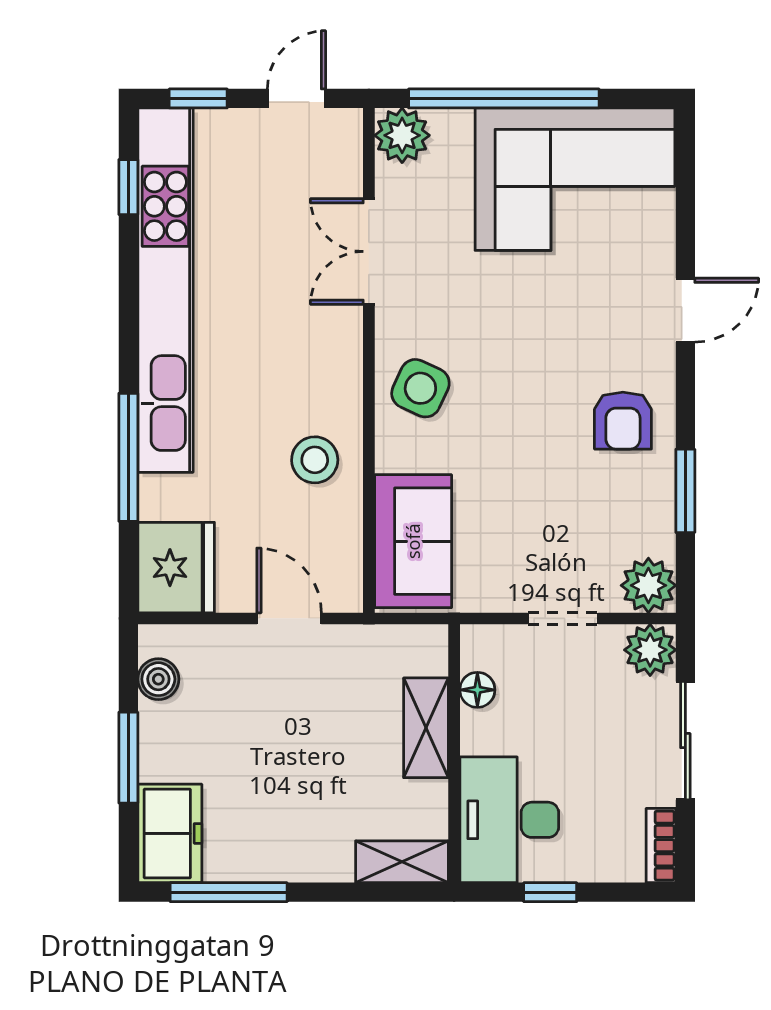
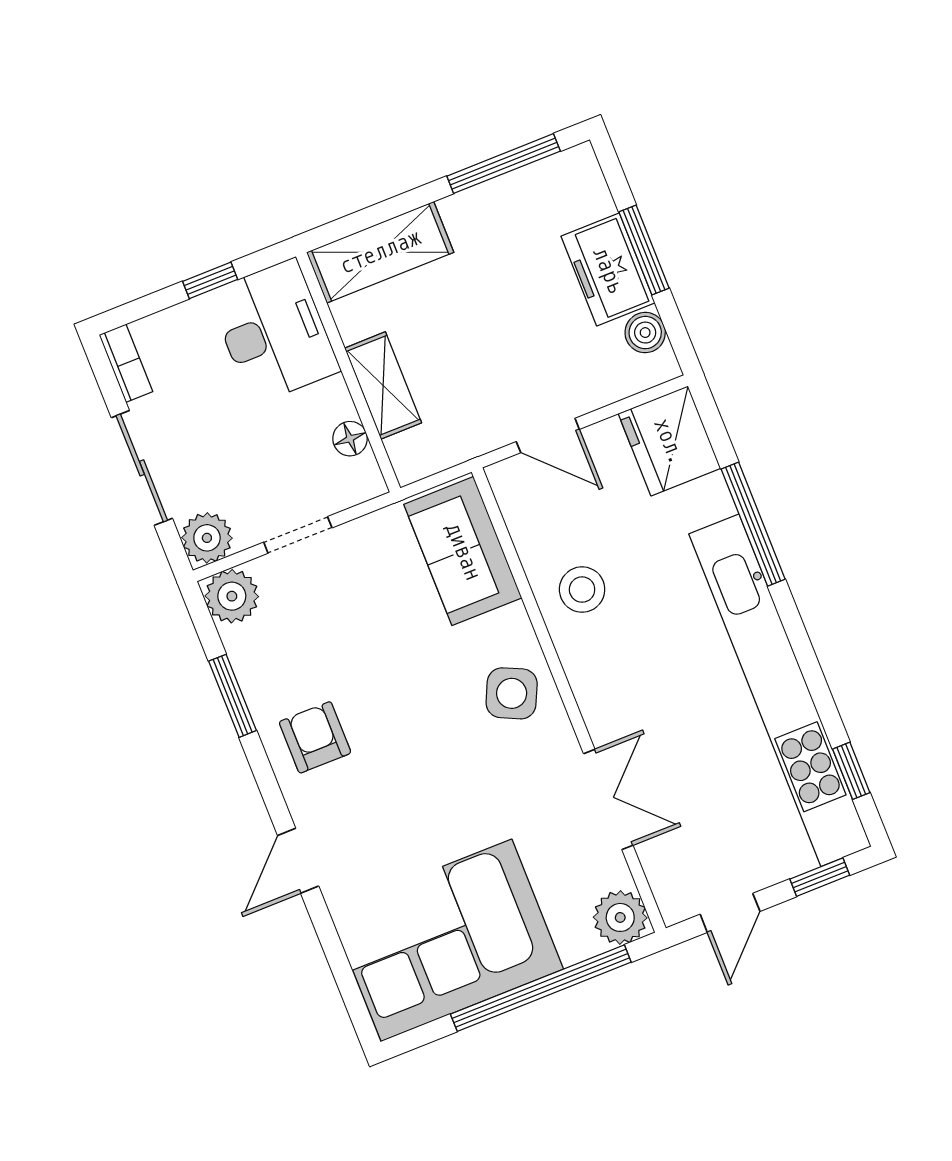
freezer: (170, 833) -> (608, 270), moved
shelving: (402, 862) -> (380, 252), width x1.50, depth x1.33

